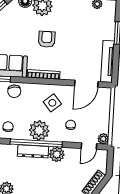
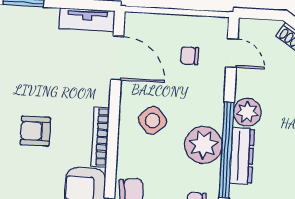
tv unit: (107, 61) -> (87, 20), width x0.71
chair: (71, 125) -> (190, 56), moved
plant: (103, 139) -> (218, 27), removed

